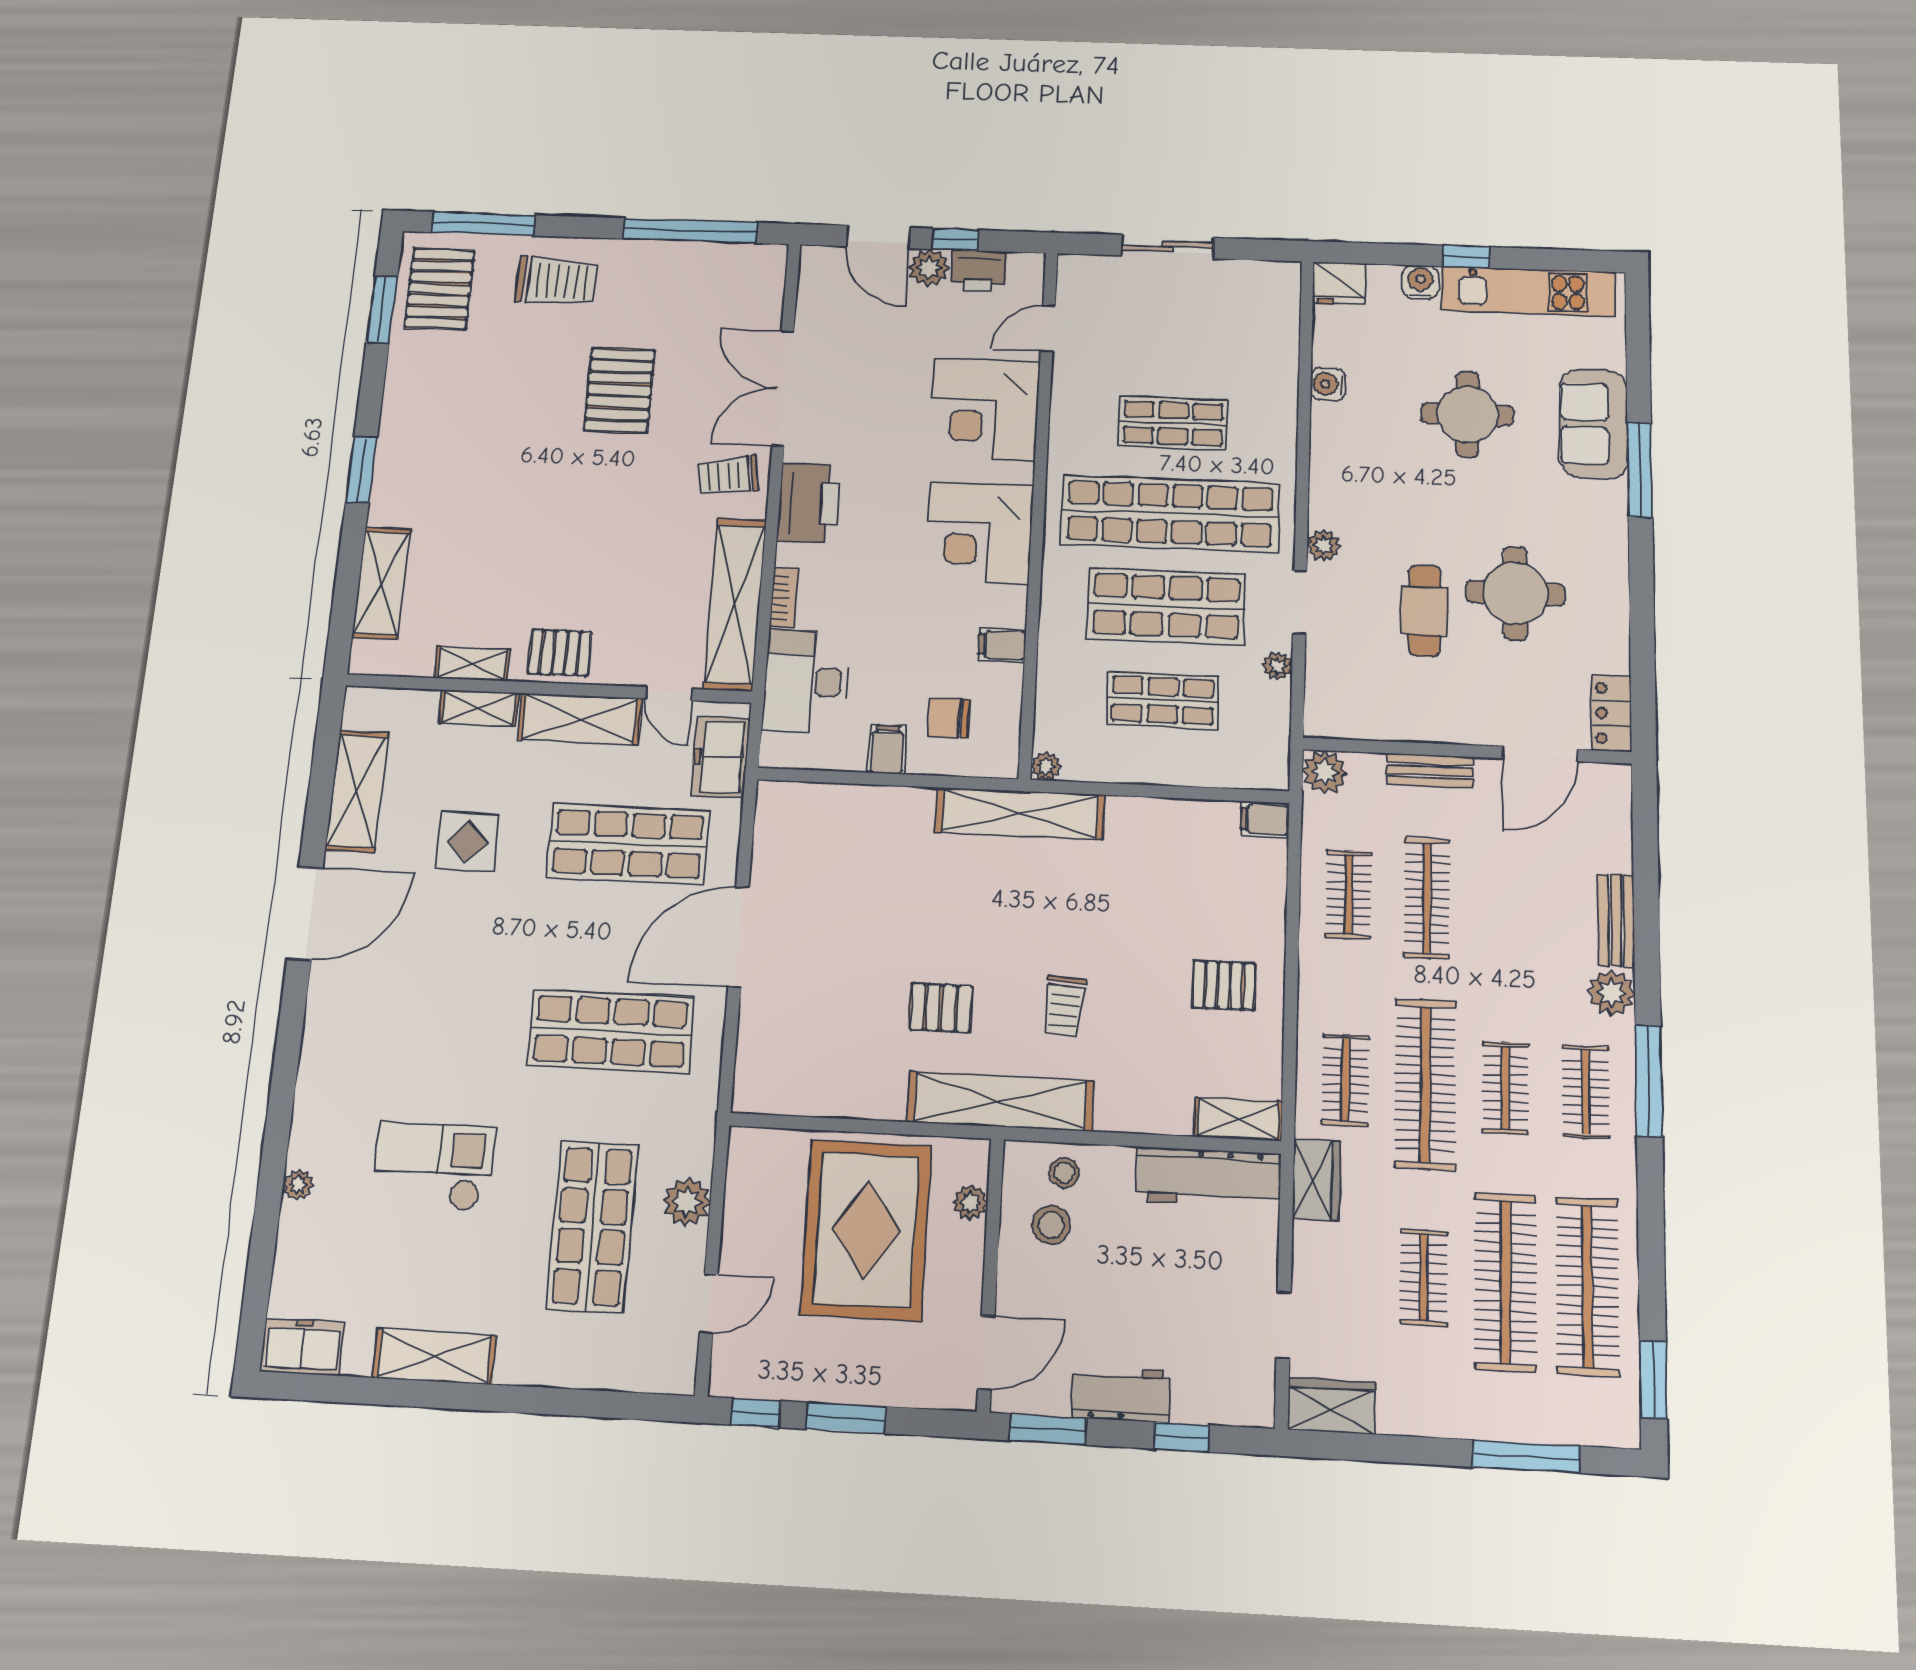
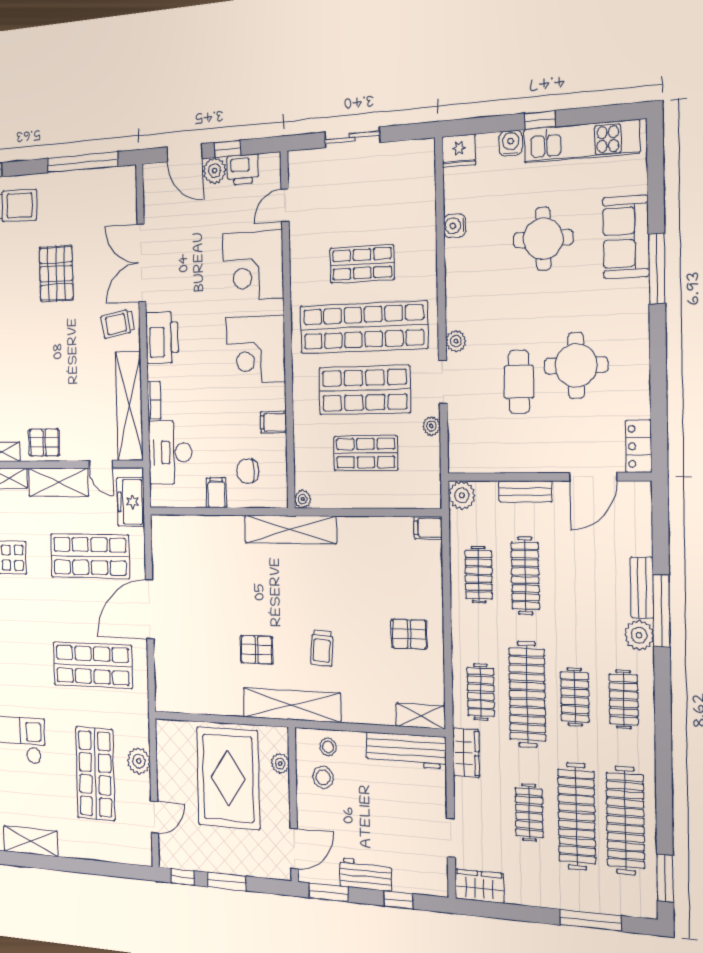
window: (1649, 1081) -> (661, 611), moved

